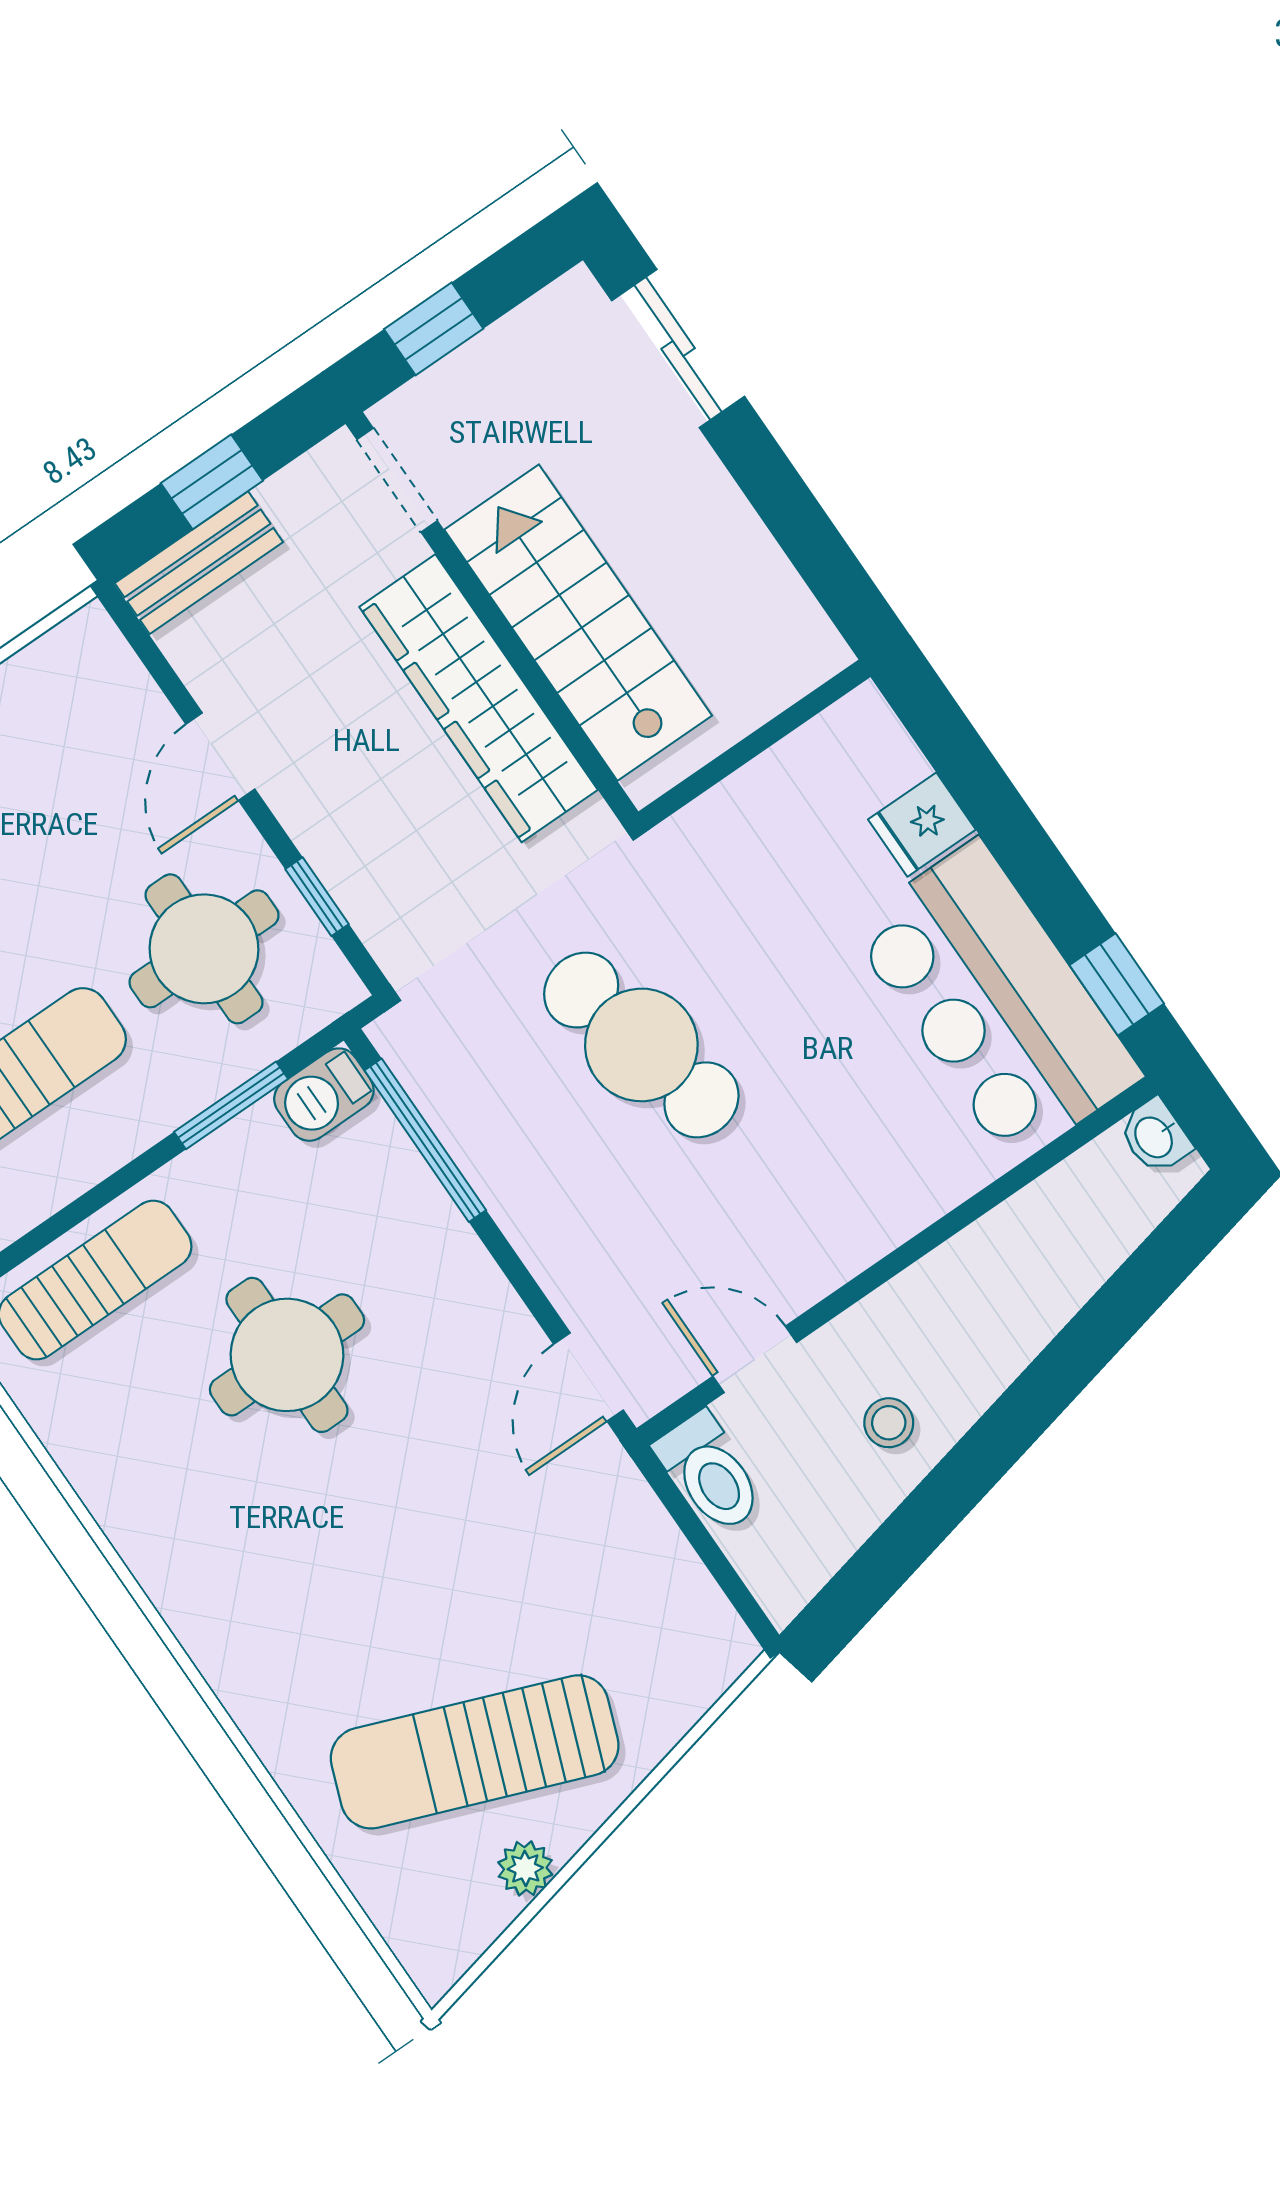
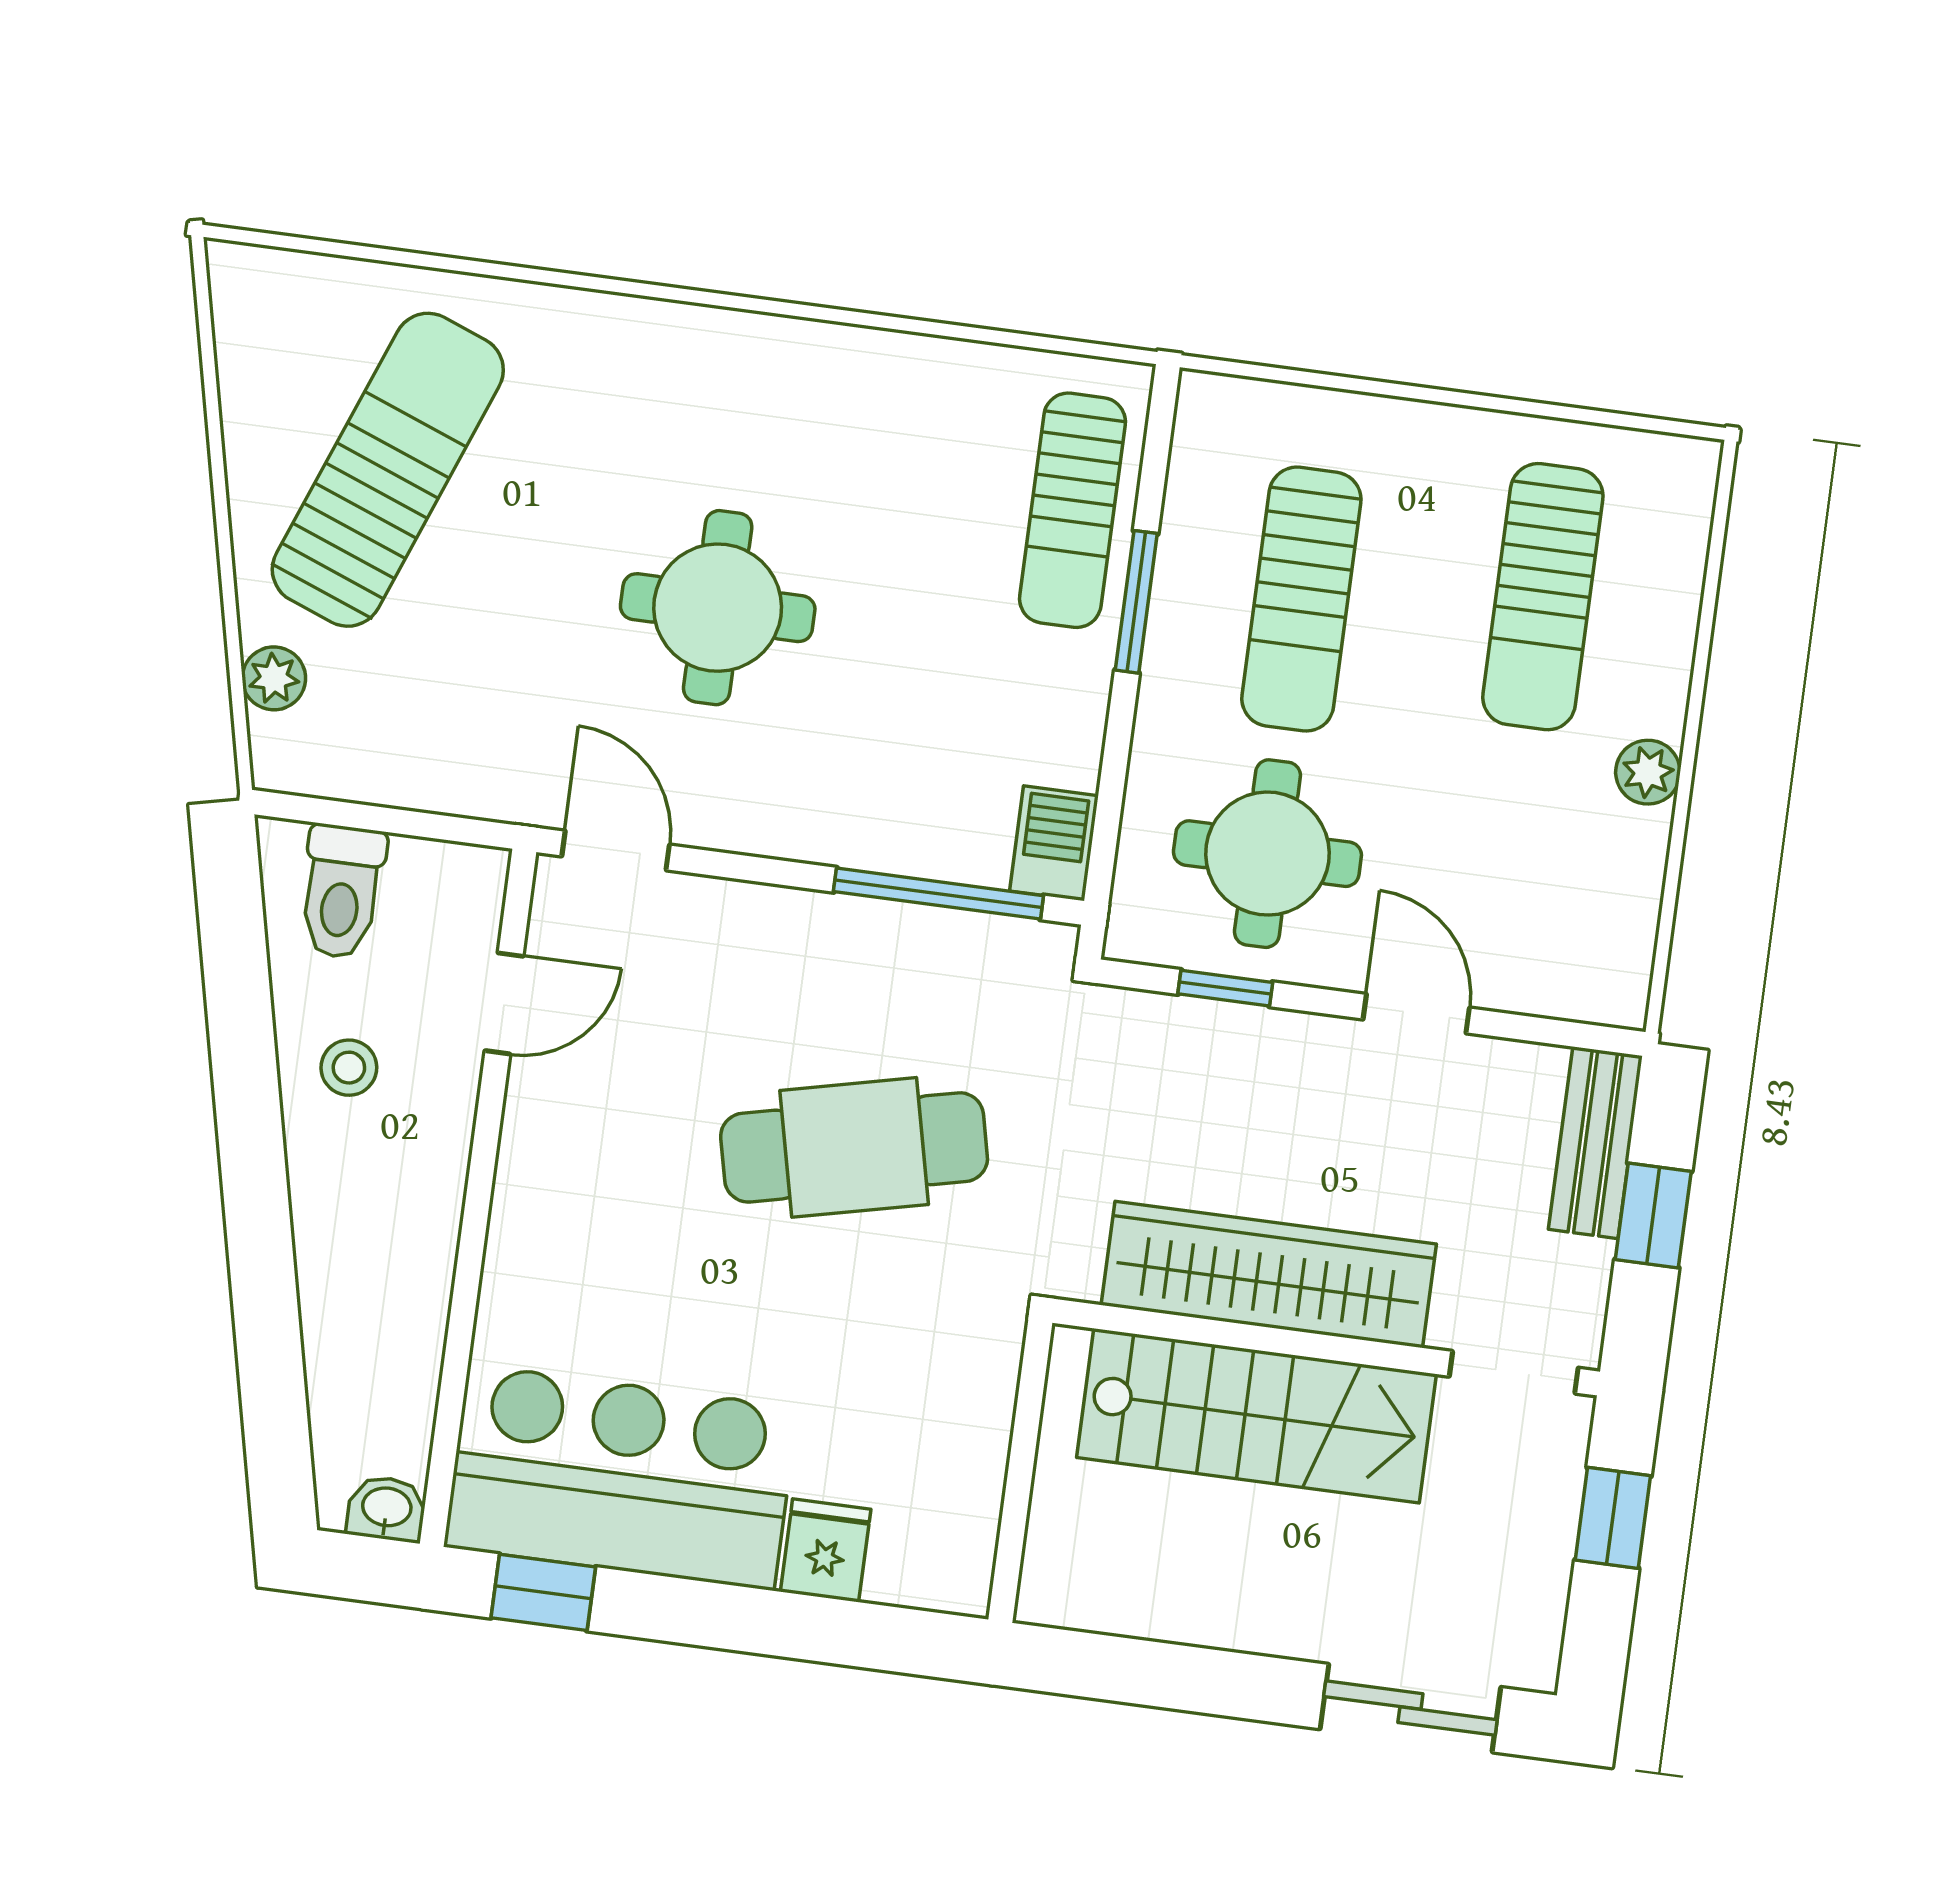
window: (231, 1105) -> (1136, 602), moved
round table: (287, 1355) -> (718, 608), moved
toilet: (710, 1473) -> (342, 892), moved, turned -90
plant: (525, 1868) -> (274, 678), moved

